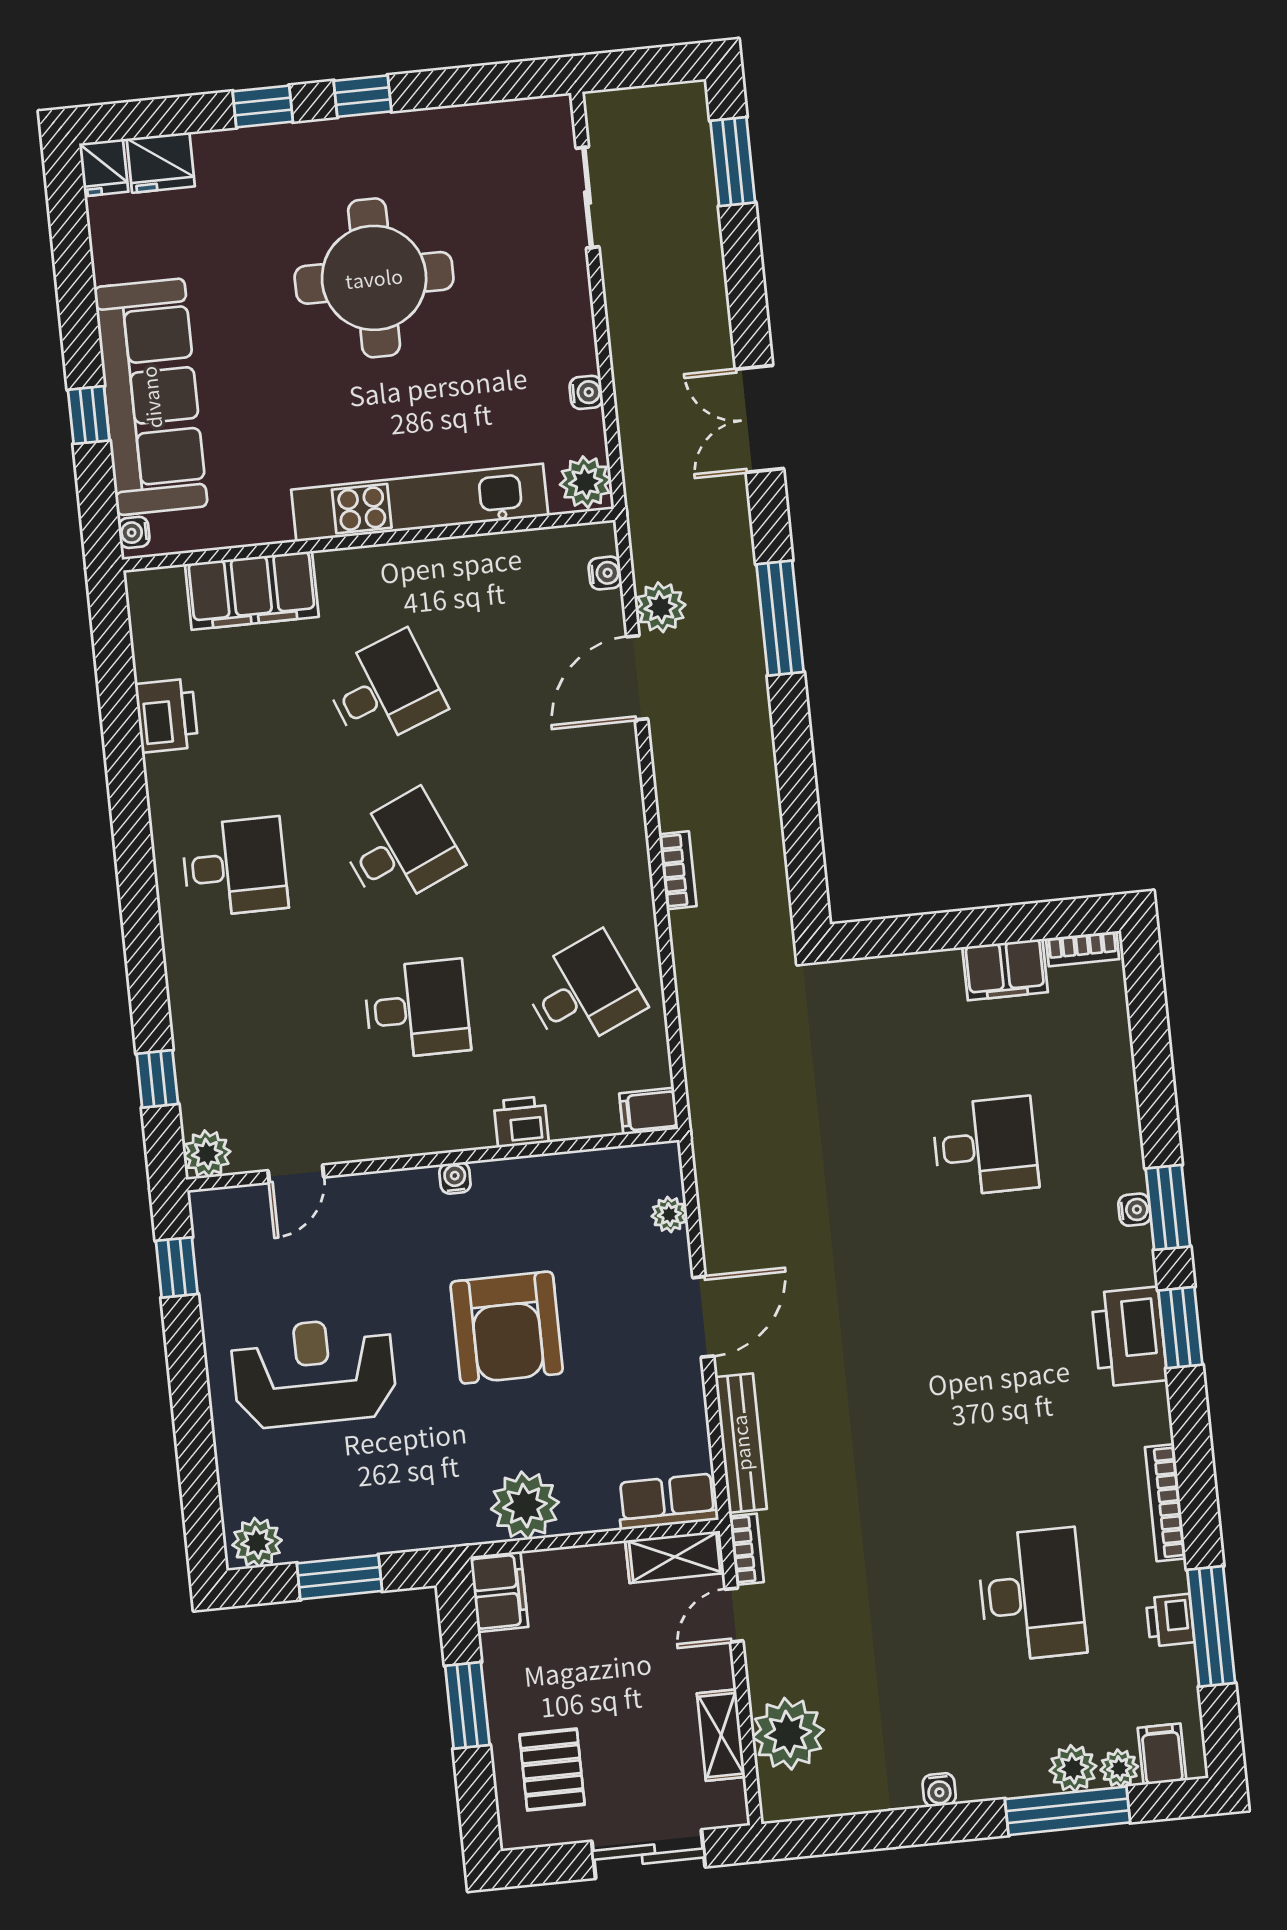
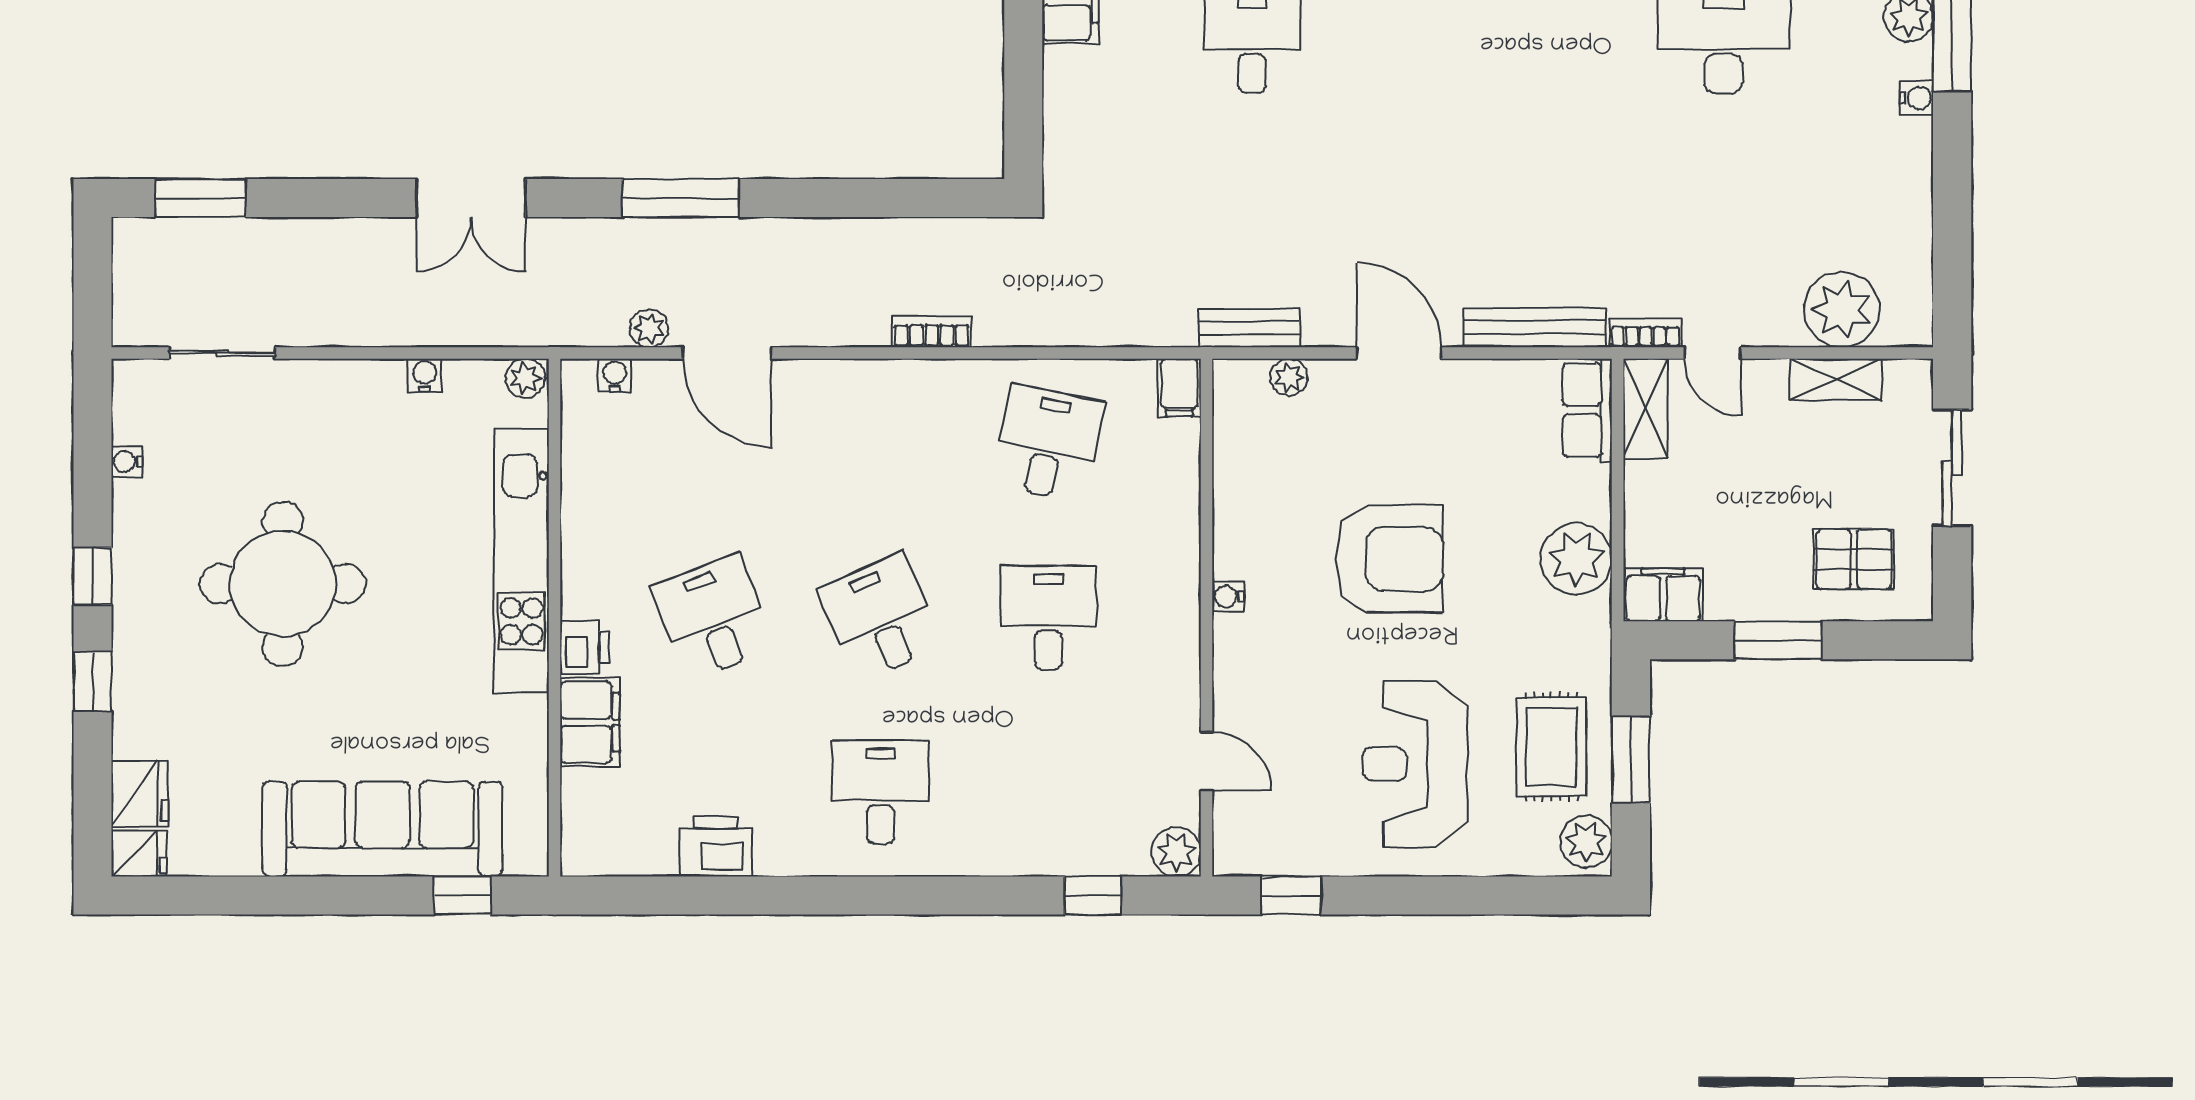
window: (89, 415) -> (463, 895), moved
plant: (585, 482) -> (525, 378), width x0.73, depth x0.73
water cooler: (134, 532) -> (127, 462), moved, turned 90
filing cabinet: (252, 590) -> (590, 722), width x0.67, depth x0.86
plant: (661, 607) -> (649, 328), width x0.73, depth x0.73
desk: (583, 992) -> (1048, 443), turned 36
printer: (521, 1122) -> (585, 647), moved, turned 180
bench: (712, 1172) -> (1249, 328), added
rug: (344, 1500) -> (1551, 747), added
water cooler: (939, 1790) -> (1917, 98), moved

